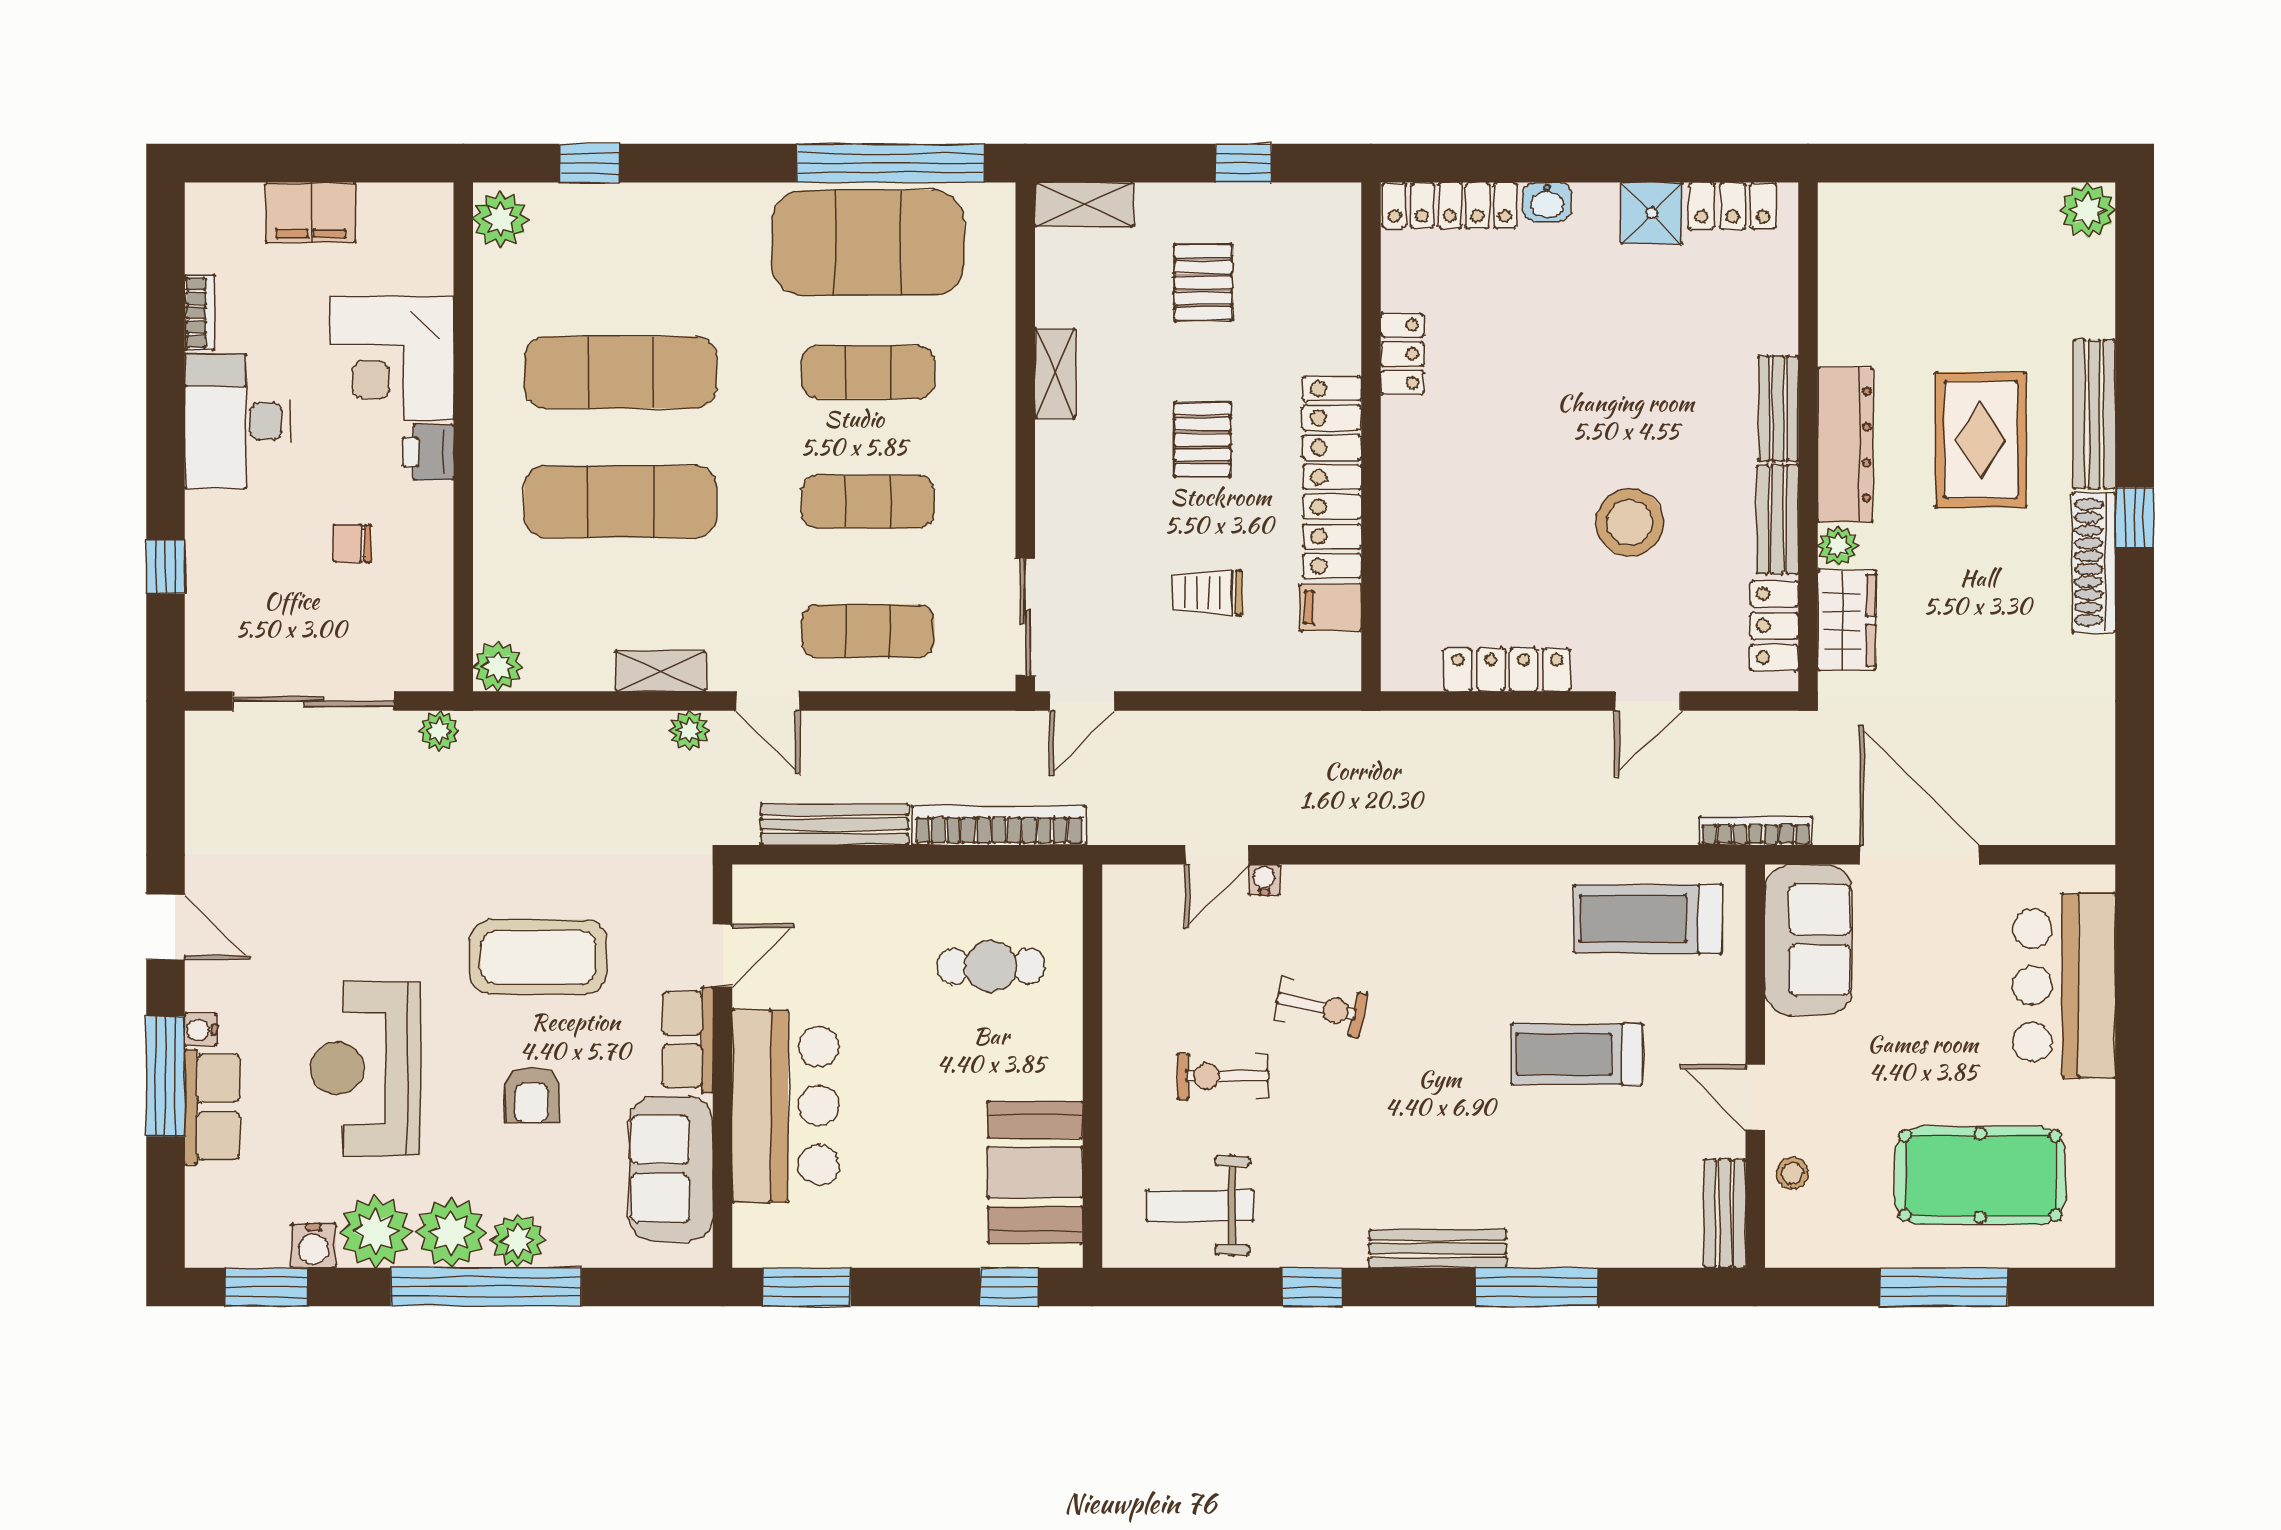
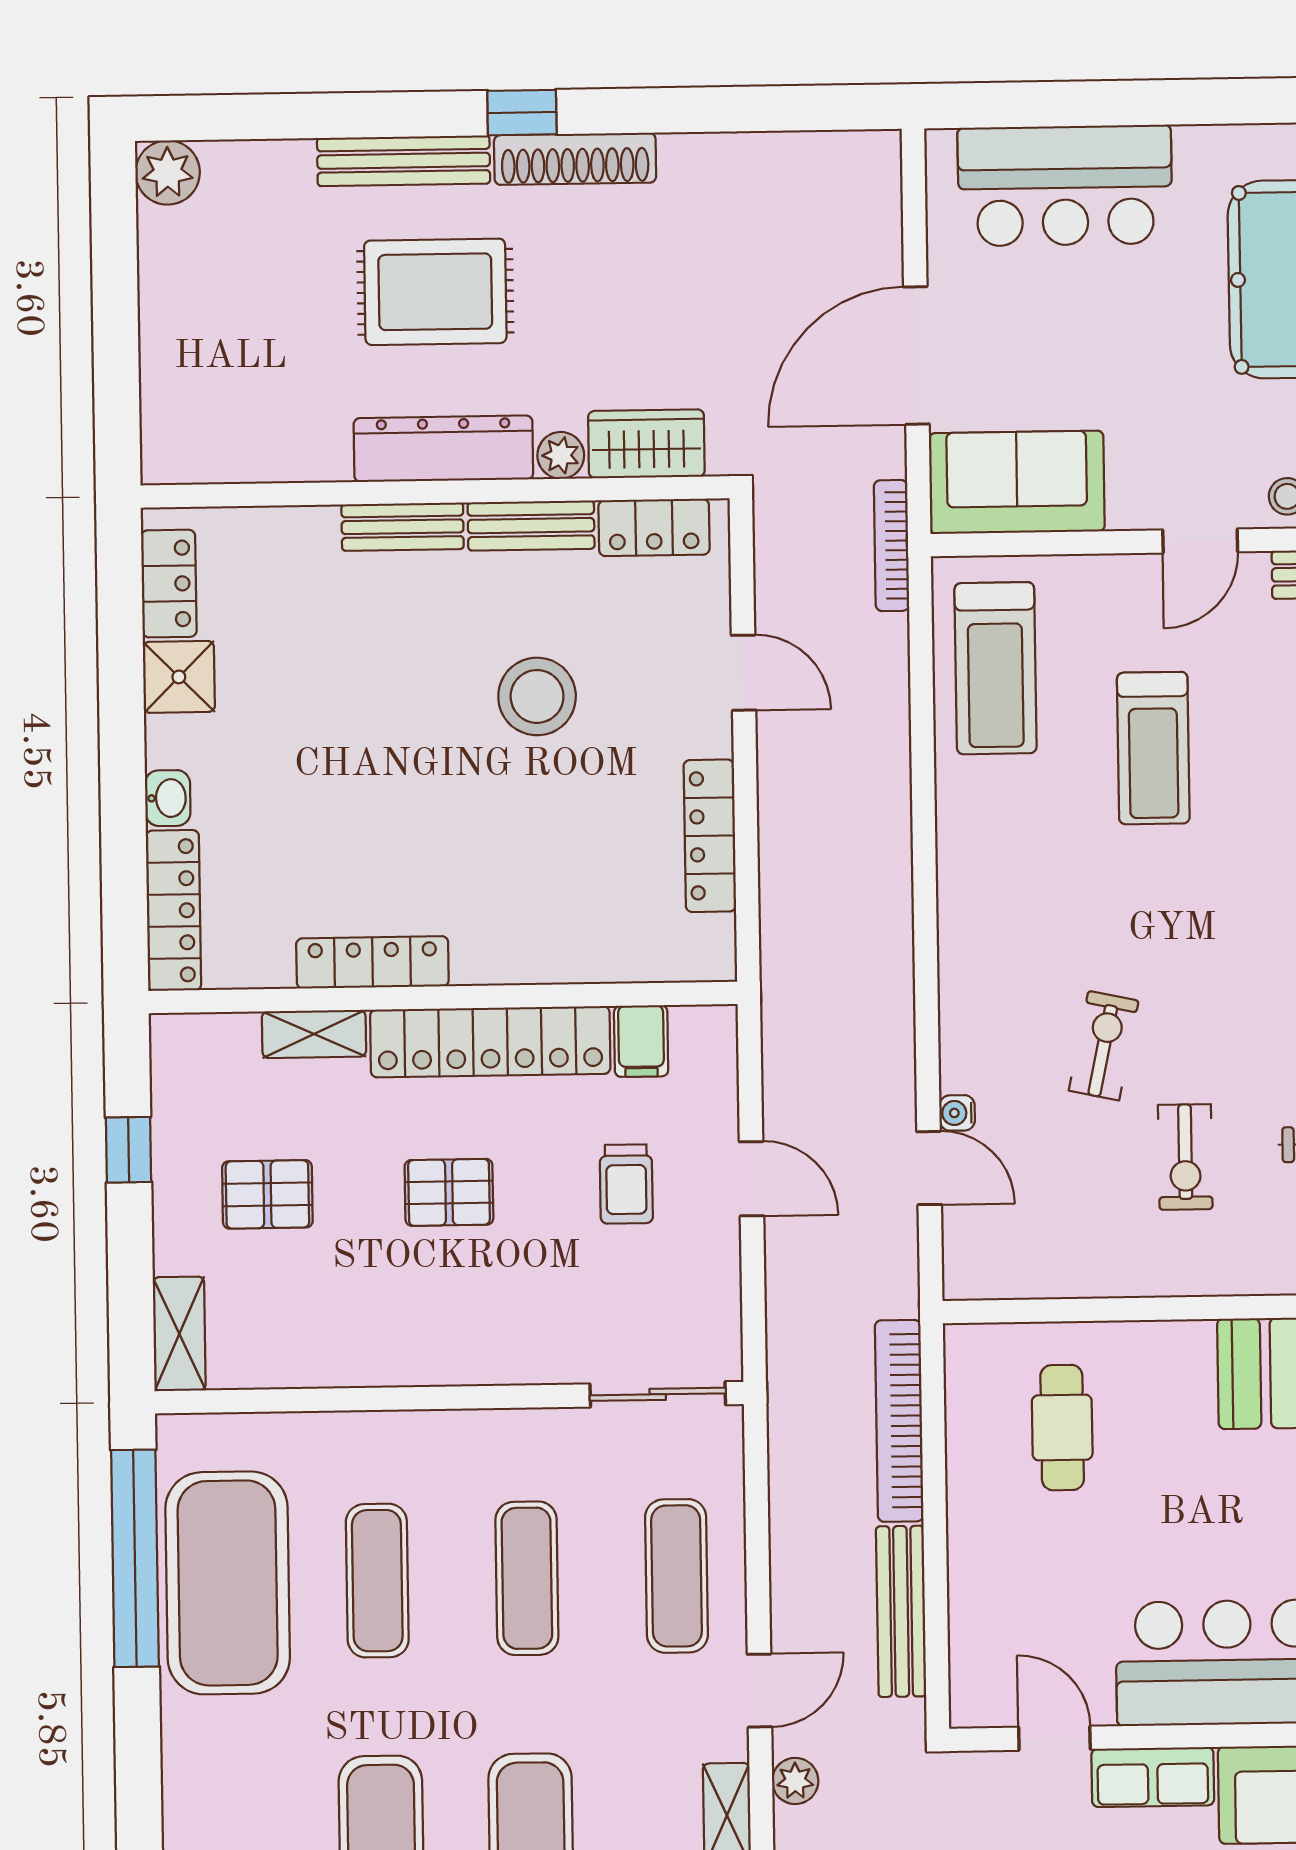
locker: (1402, 354) -> (372, 962), width x1.53
shelving: (1055, 373) -> (314, 1034), moved
door: (1082, 701) -> (751, 1179), moved

